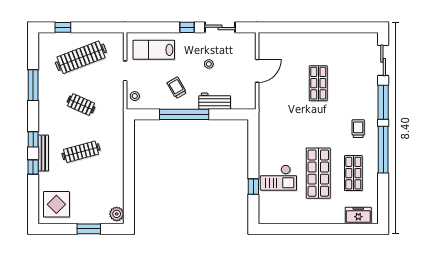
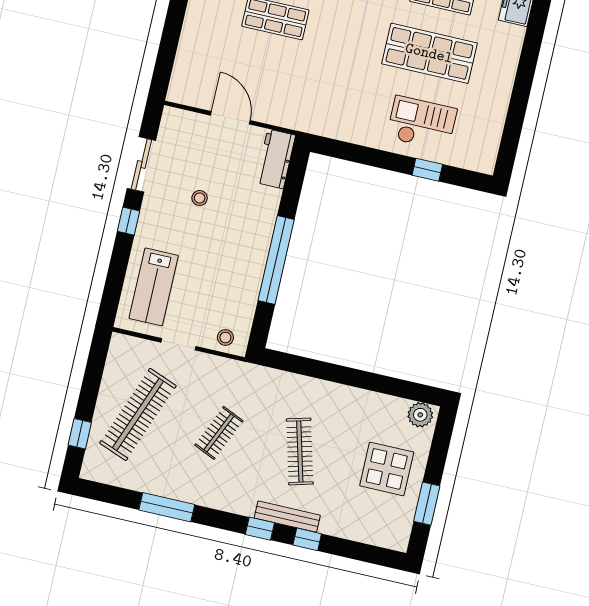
clothes rail: (81, 57) -> (138, 414), turned 42
trolley: (177, 88) -> (228, 262), removed
workbench: (215, 101) -> (276, 159), moved
checkout: (278, 178) -> (422, 123), turned -90
display table: (56, 204) -> (387, 469), moved
window: (89, 229) -> (427, 504), moved

